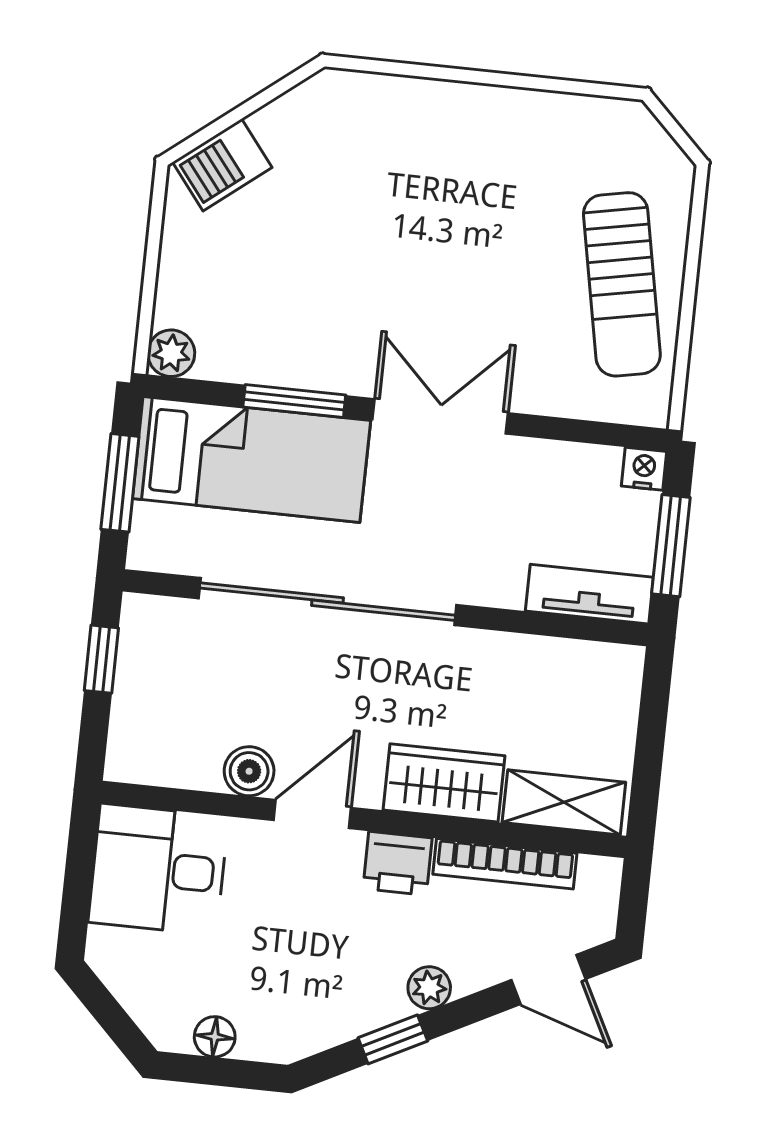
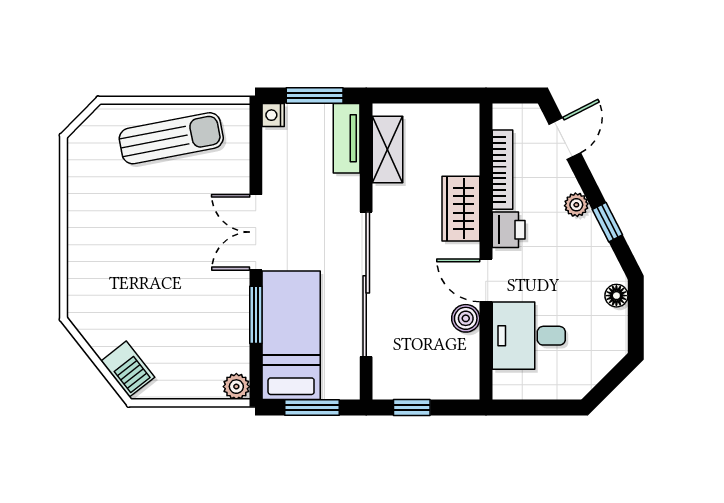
shelving: (564, 802) -> (387, 149), moved
desk: (158, 869) -> (529, 336), moved, turned 90
floor lamp: (215, 1037) -> (616, 296), moved

